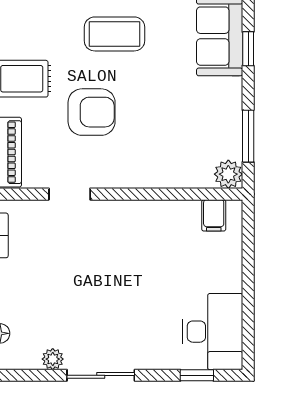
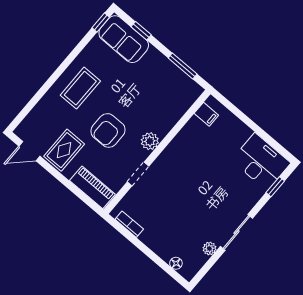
armchair: (92, 112) -> (108, 130), turned 180
plant: (228, 174) -> (150, 141), moved

